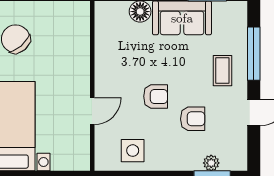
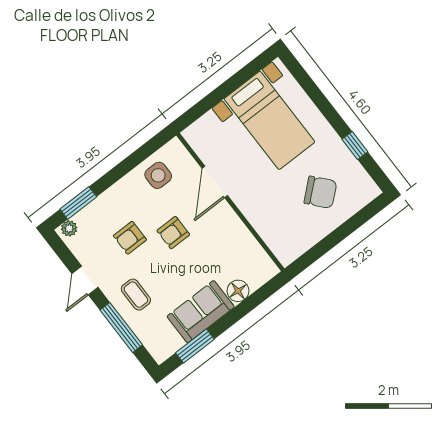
door: (92, 111) -> (215, 182), width x1.38
plant: (211, 163) -> (69, 228), moved

